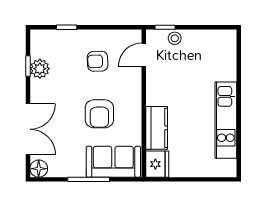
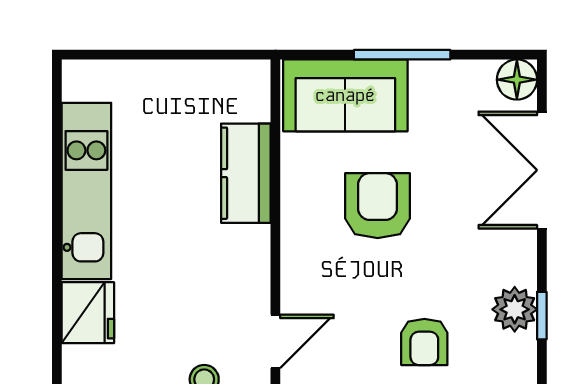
armchair: (98, 61) -> (424, 342), moved, turned 92
fridge: (157, 164) -> (88, 313), moved, turned 180

